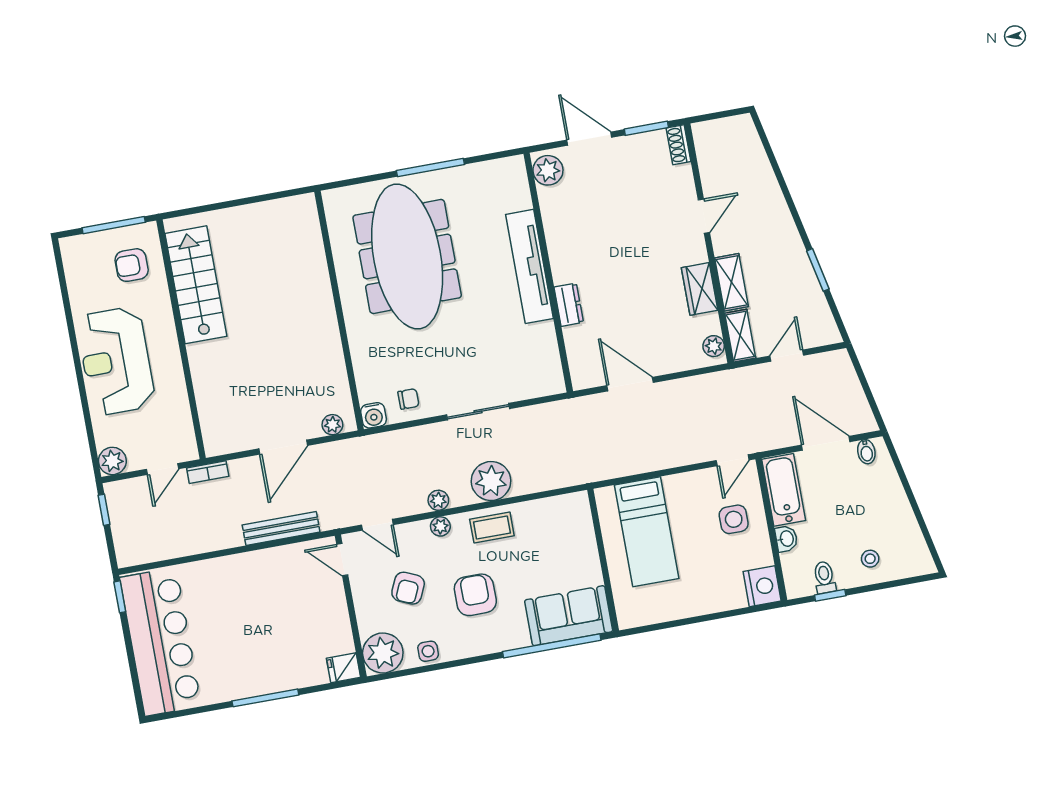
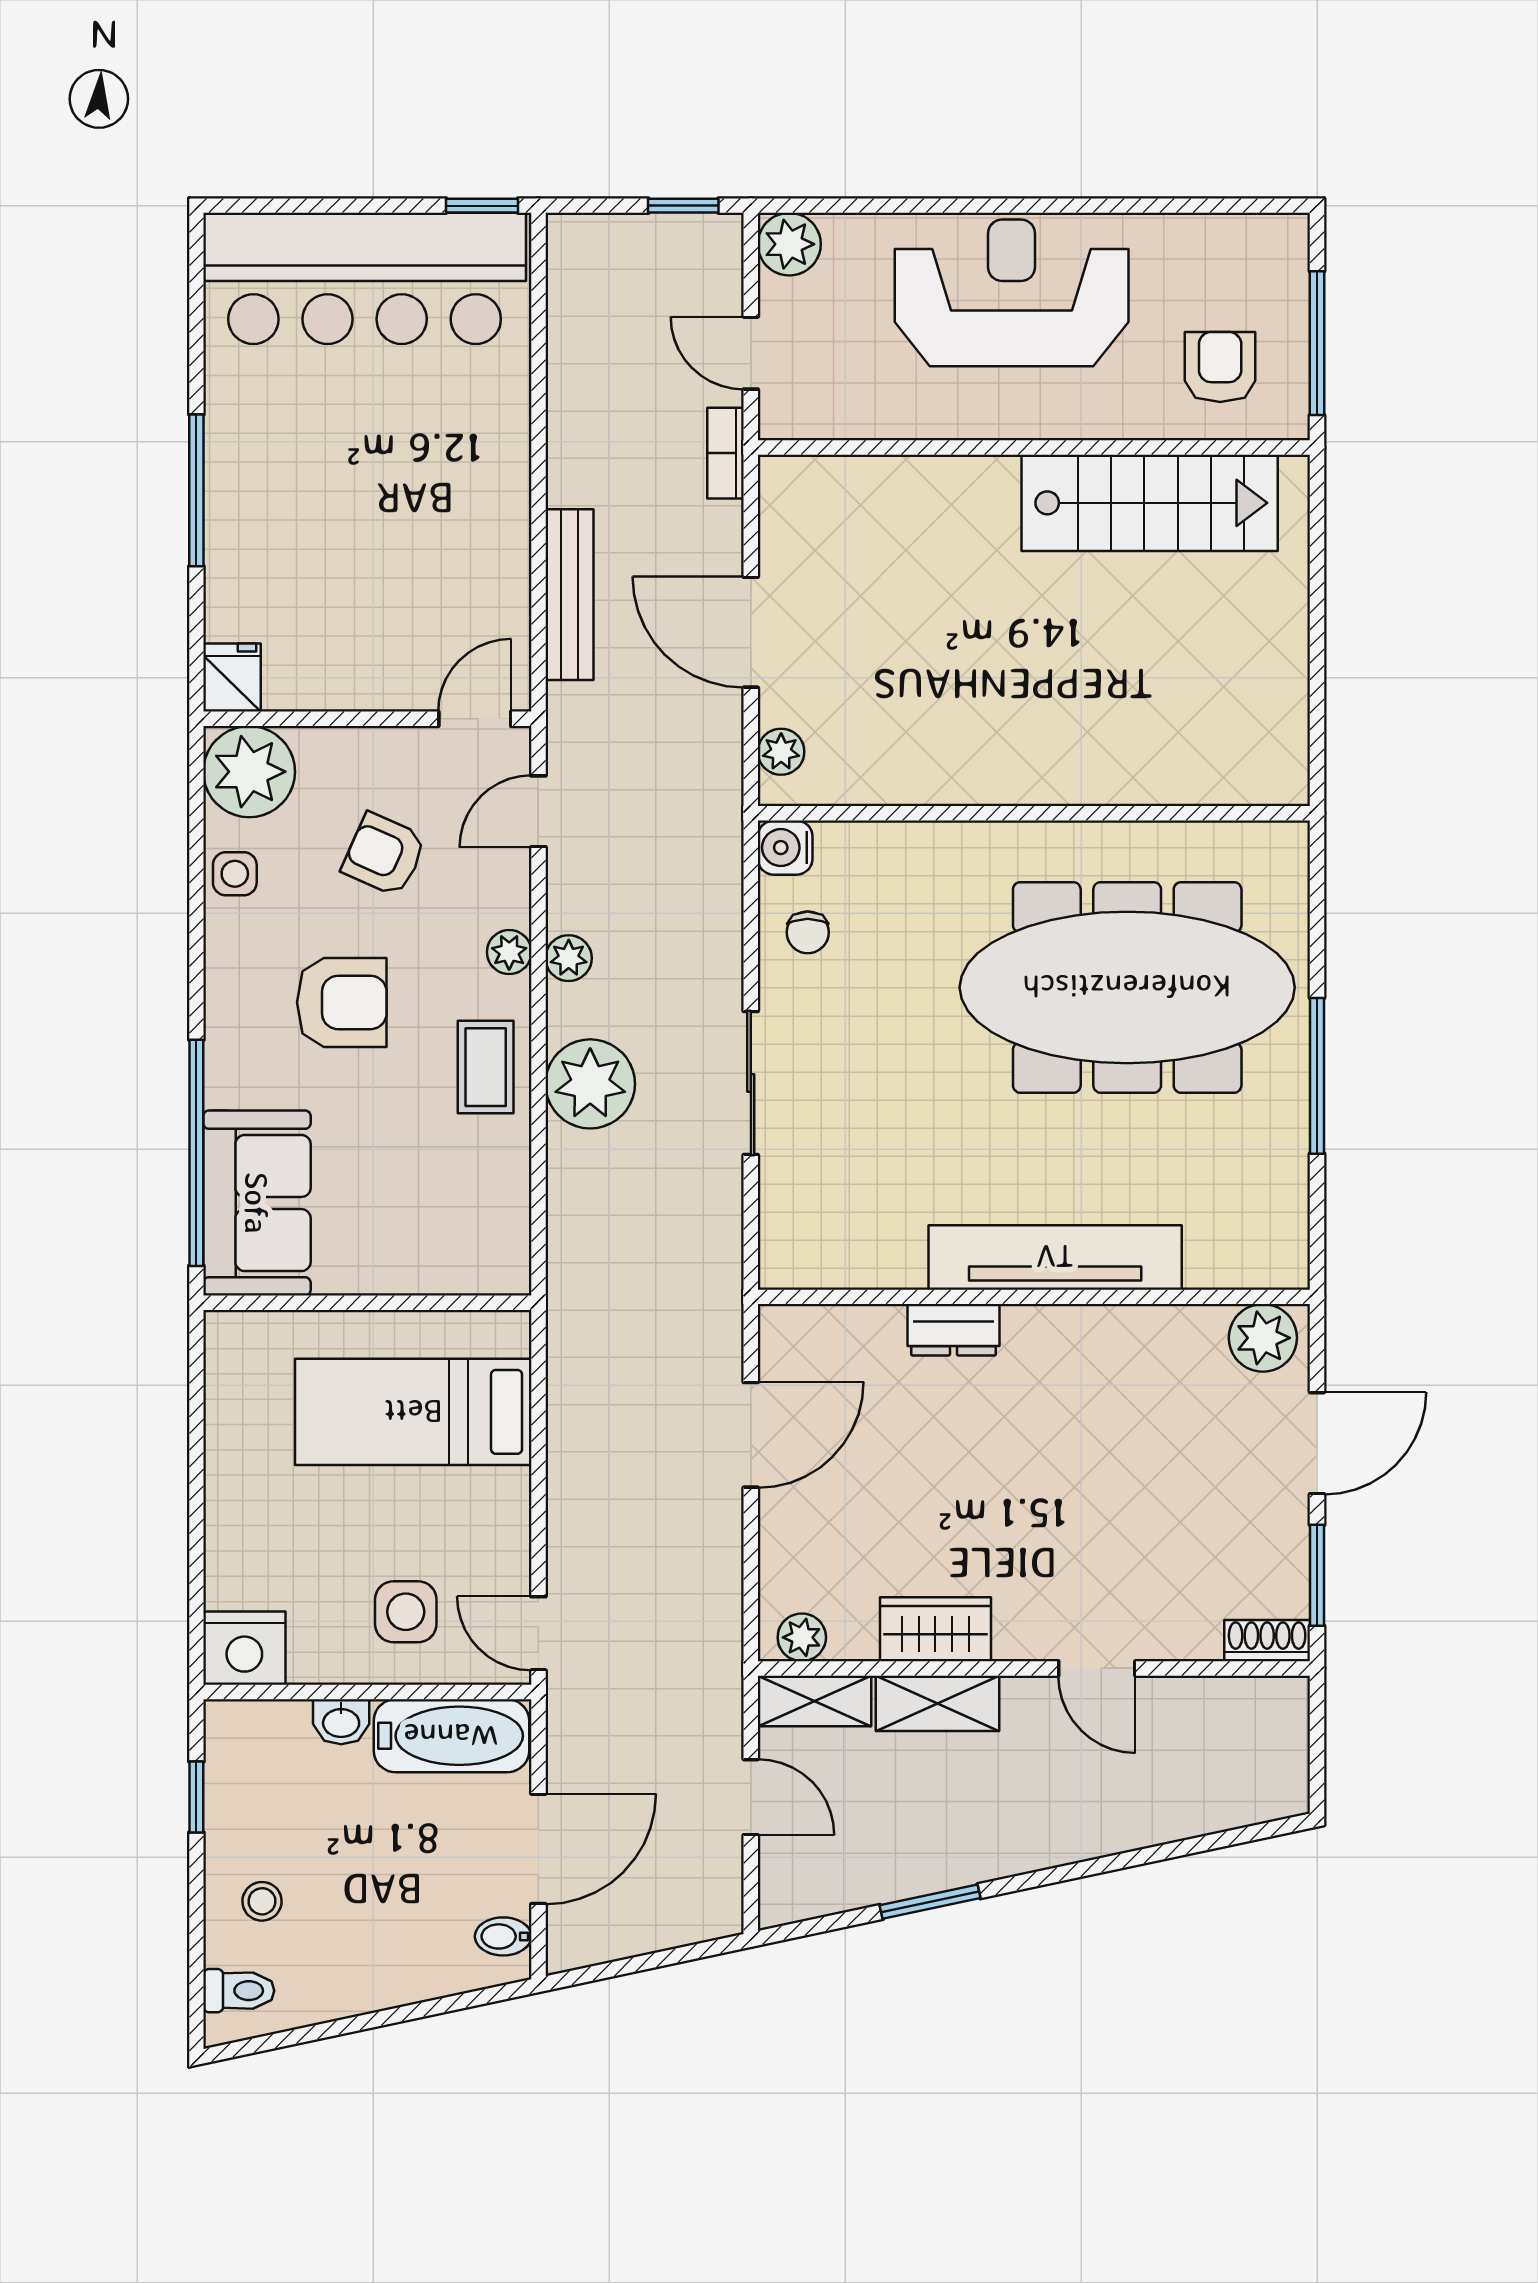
toilet: (824, 577) -> (239, 1991), moved

